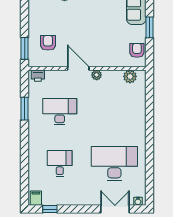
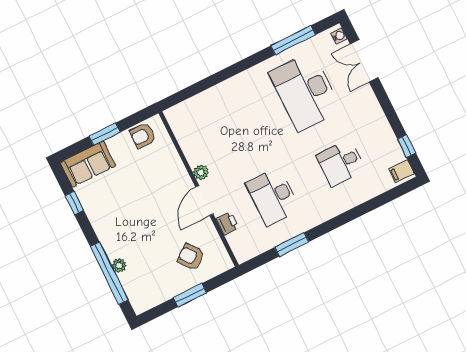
armchair: (48, 43) -> (191, 257), turned 52
window: (25, 48) -> (190, 295), moved
printer: (38, 76) -> (227, 223), moved
plant: (130, 76) -> (181, 128), removed
window: (149, 172) -> (293, 40), added

